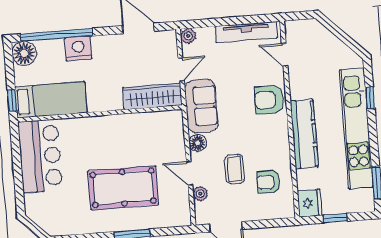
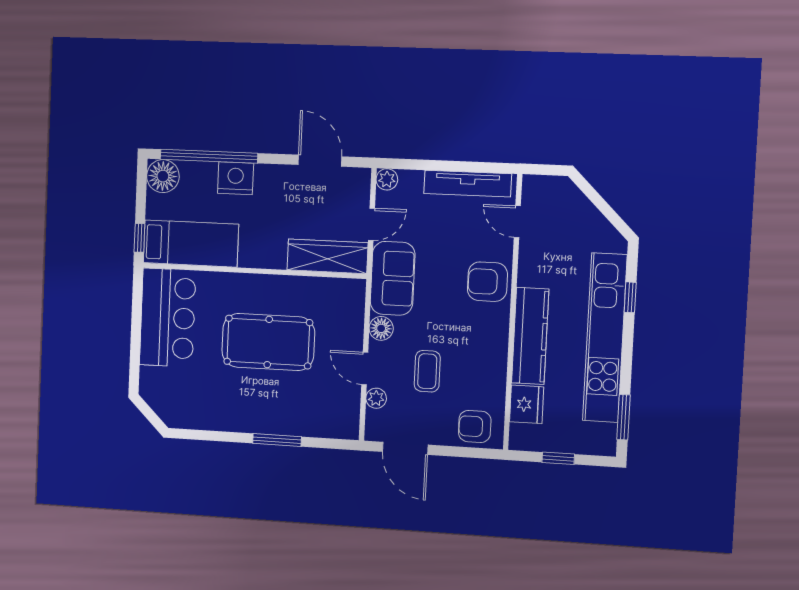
armchair: (269, 182) -> (475, 426), moved
pool table: (123, 188) -> (268, 342), moved
fridge: (310, 203) -> (527, 404), moved

